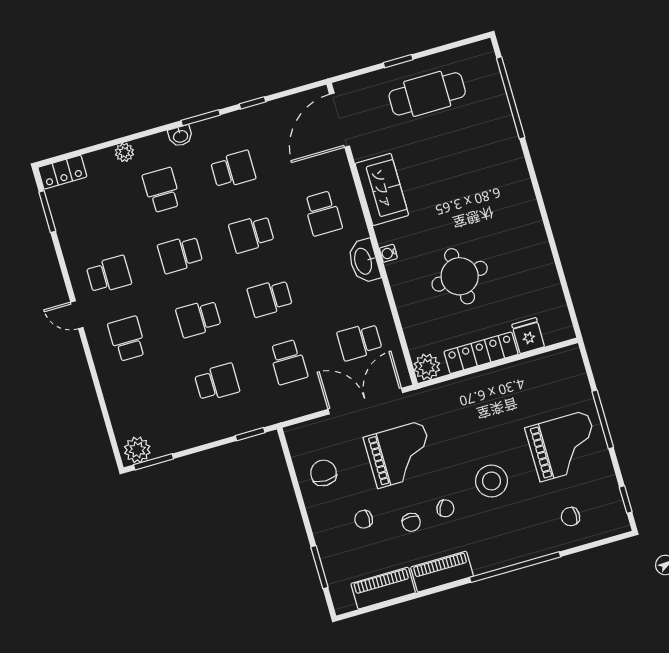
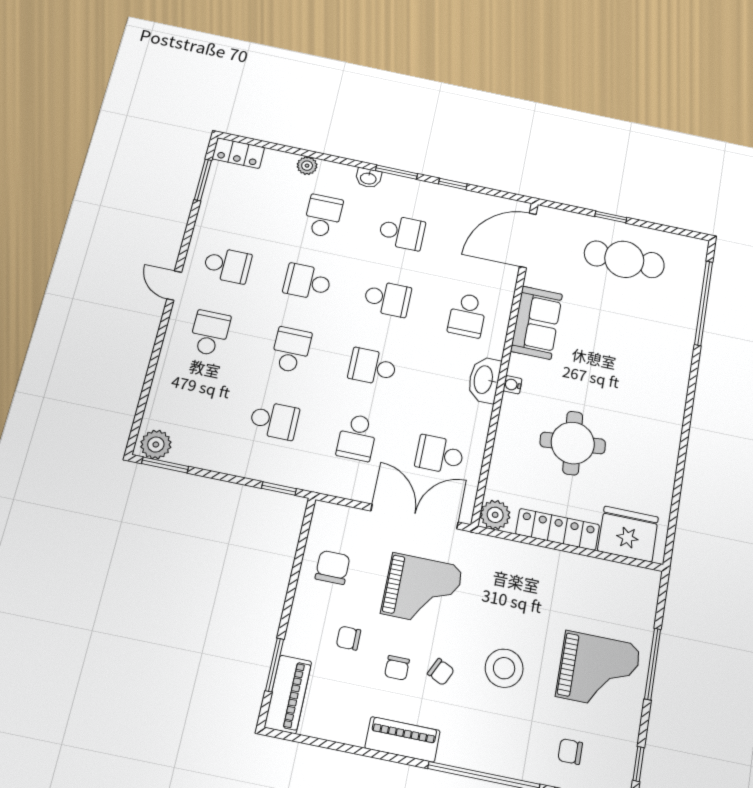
school desk: (252, 234) -> (387, 299), turned 180
school desk: (199, 318) -> (291, 350), turned 90
fridge: (528, 336) -> (628, 534), width x1.88, depth x1.34
piano: (383, 588) -> (288, 694), moved, turned 90

